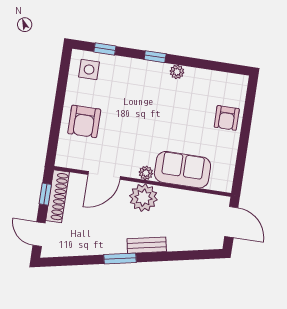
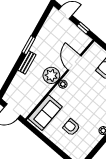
armchair: (227, 118) -> (71, 127), moved
sofa: (182, 170) -> (45, 113), moved
shoe rack: (58, 196) -> (78, 33), removed

